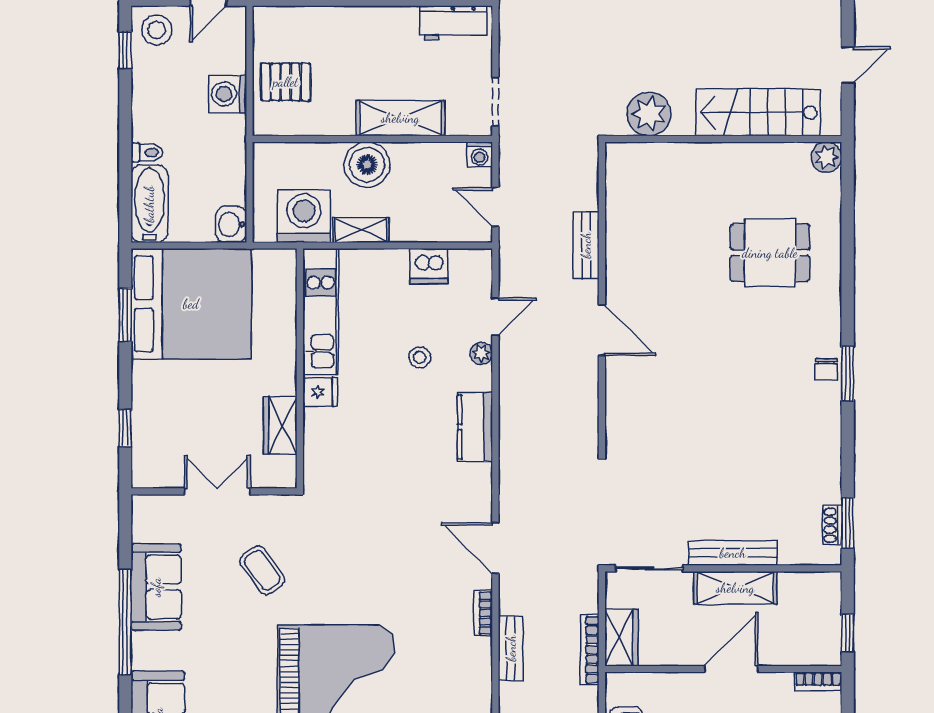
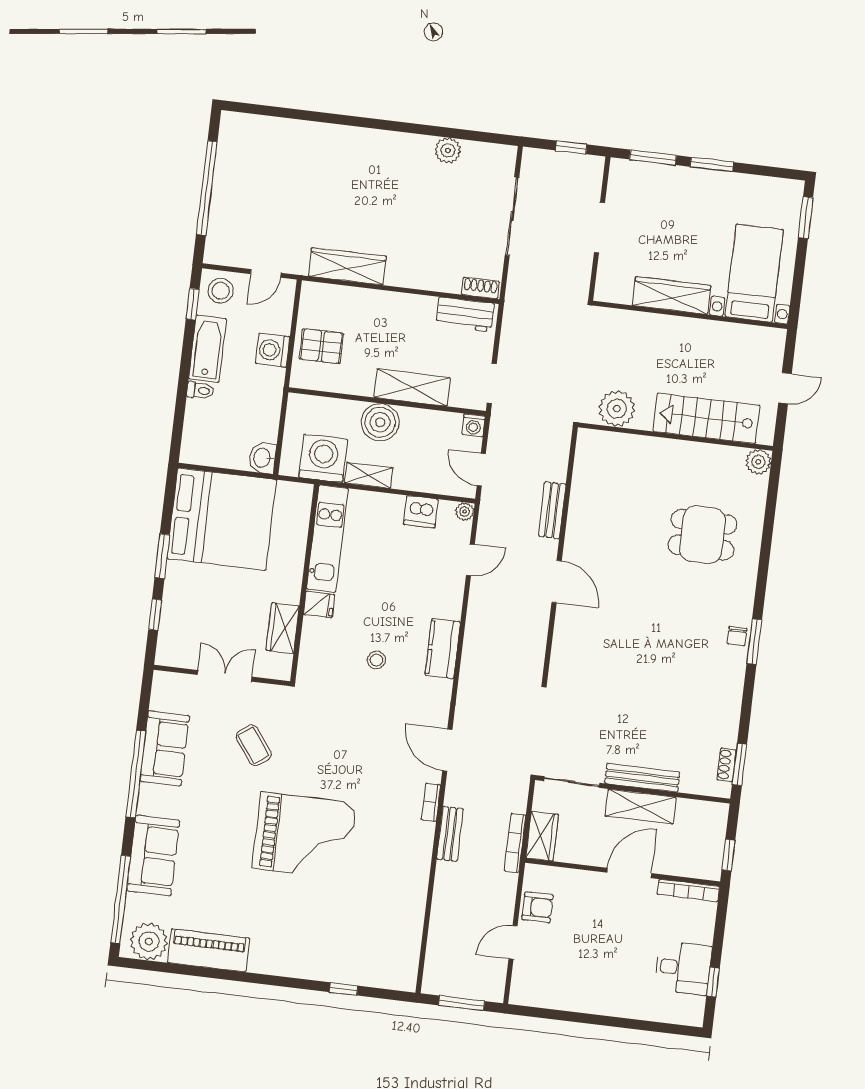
bathtub: (149, 204) -> (208, 349), moved
window: (125, 315) -> (162, 556), moved
plant: (481, 353) -> (465, 512), moved
stool: (420, 357) -> (376, 660), moved
bookcase: (818, 681) -> (689, 890), width x1.56

